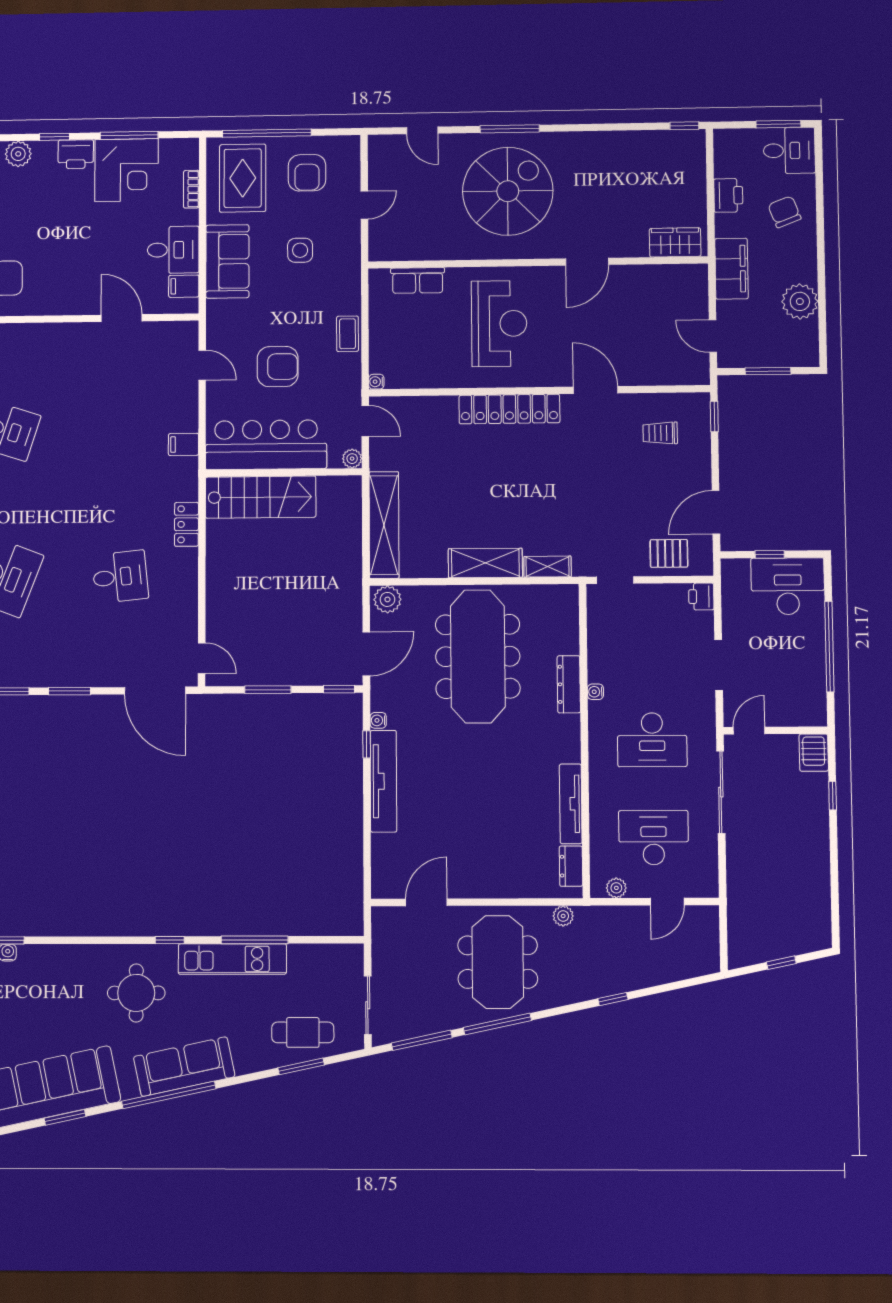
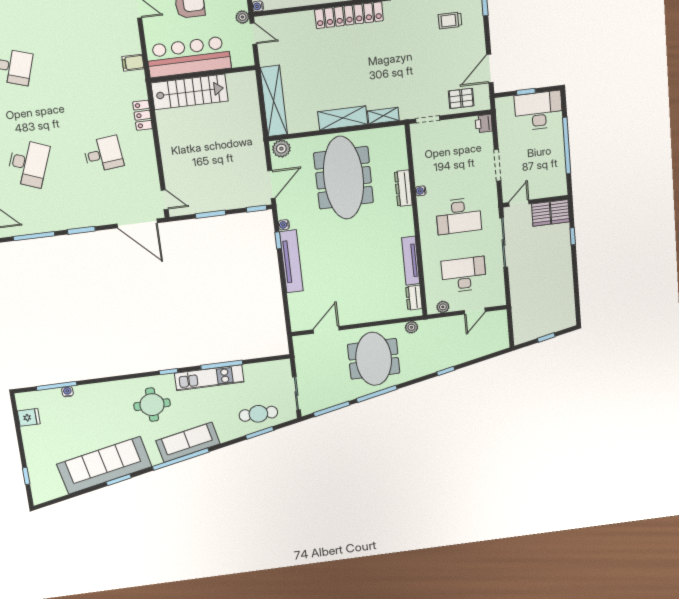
plant: (352, 459) -> (242, 17), moved
server rack: (783, 753) -> (541, 214), added

